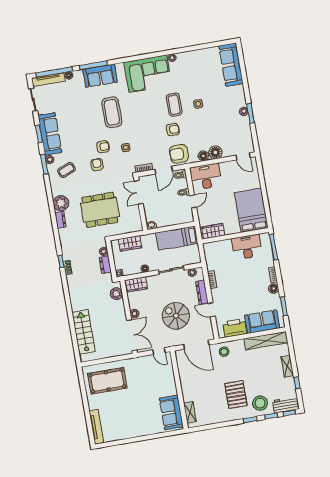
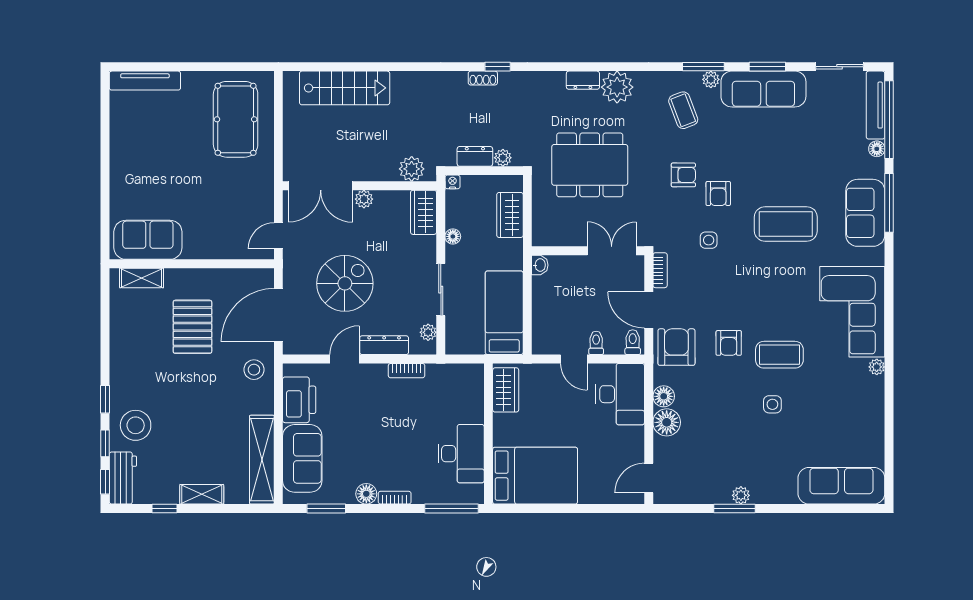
dining table: (100, 210) -> (590, 165), turned 90
pallet: (236, 394) -> (192, 327), moved, turned 90

